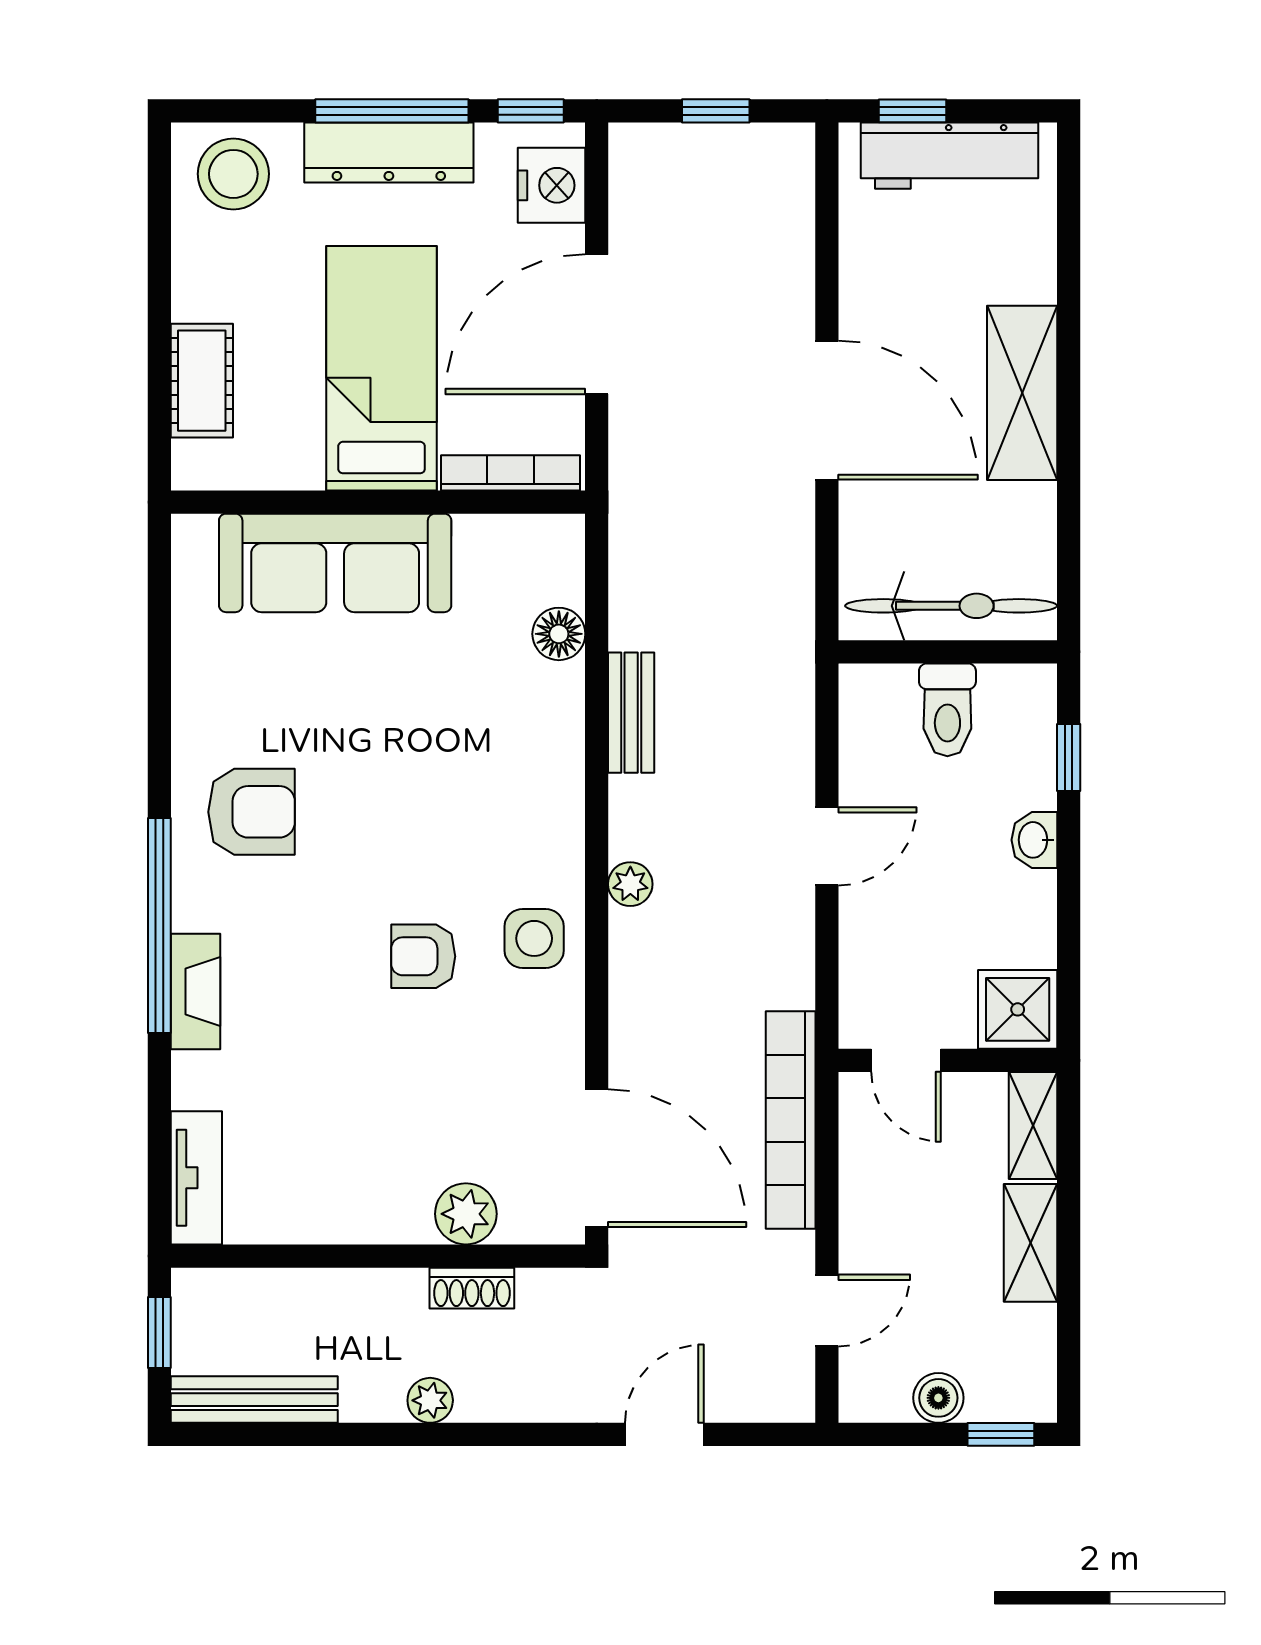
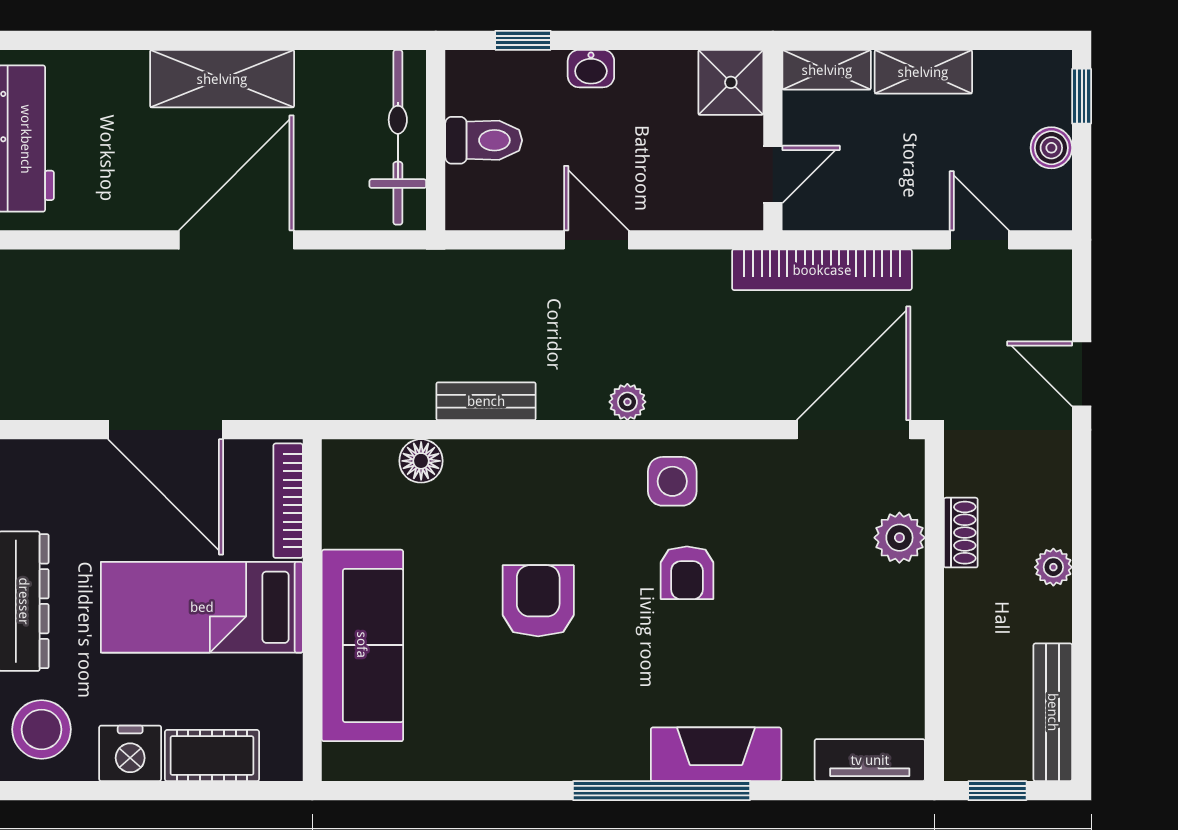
nightstand: (551, 185) -> (130, 753), moved, turned 180
armchair: (252, 812) -> (538, 601), moved
fireplace: (195, 991) -> (716, 754), width x1.37, depth x1.32

